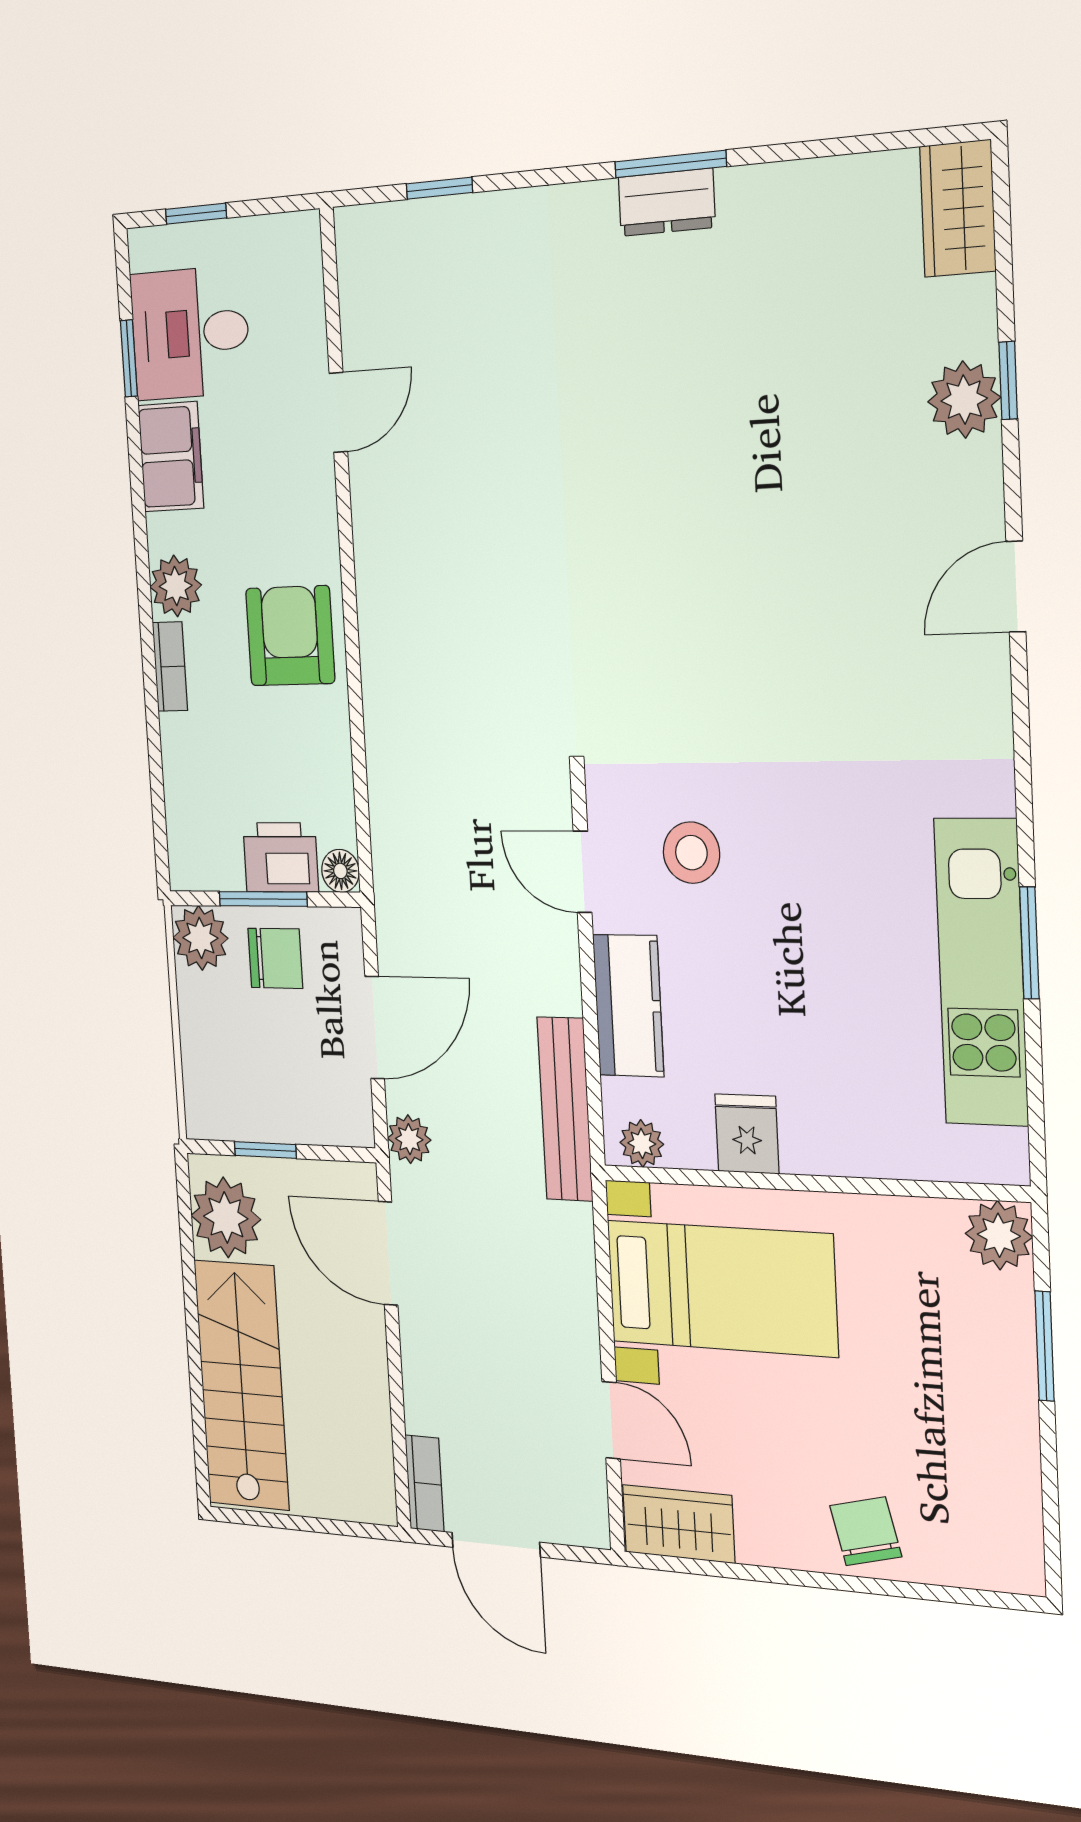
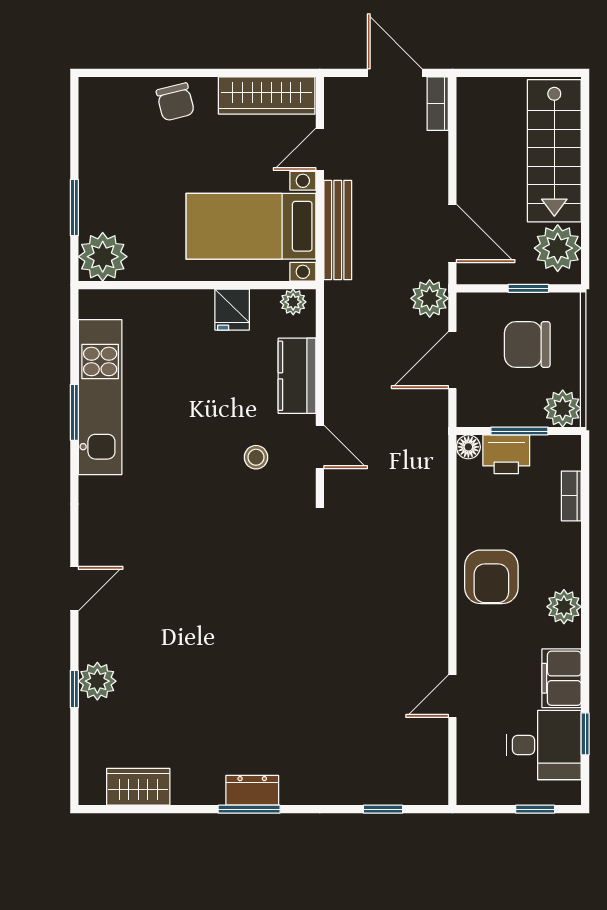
wardrobe: (958, 209) -> (138, 787), moved, turned -90
bookcase: (170, 667) -> (571, 496), moved
stool: (691, 853) -> (256, 457), width x0.73, depth x0.73
chair: (275, 958) -> (527, 345), moved, width x1.37, depth x1.37
bench: (565, 1109) -> (338, 230), moved
plant: (409, 1139) -> (430, 298), width x1.38, depth x1.38
plant: (999, 1235) -> (103, 257), width x1.36, depth x1.36
door: (611, 1420) -> (320, 149), hinge flipped
wardrobe: (678, 1524) -> (267, 95), width x1.50

